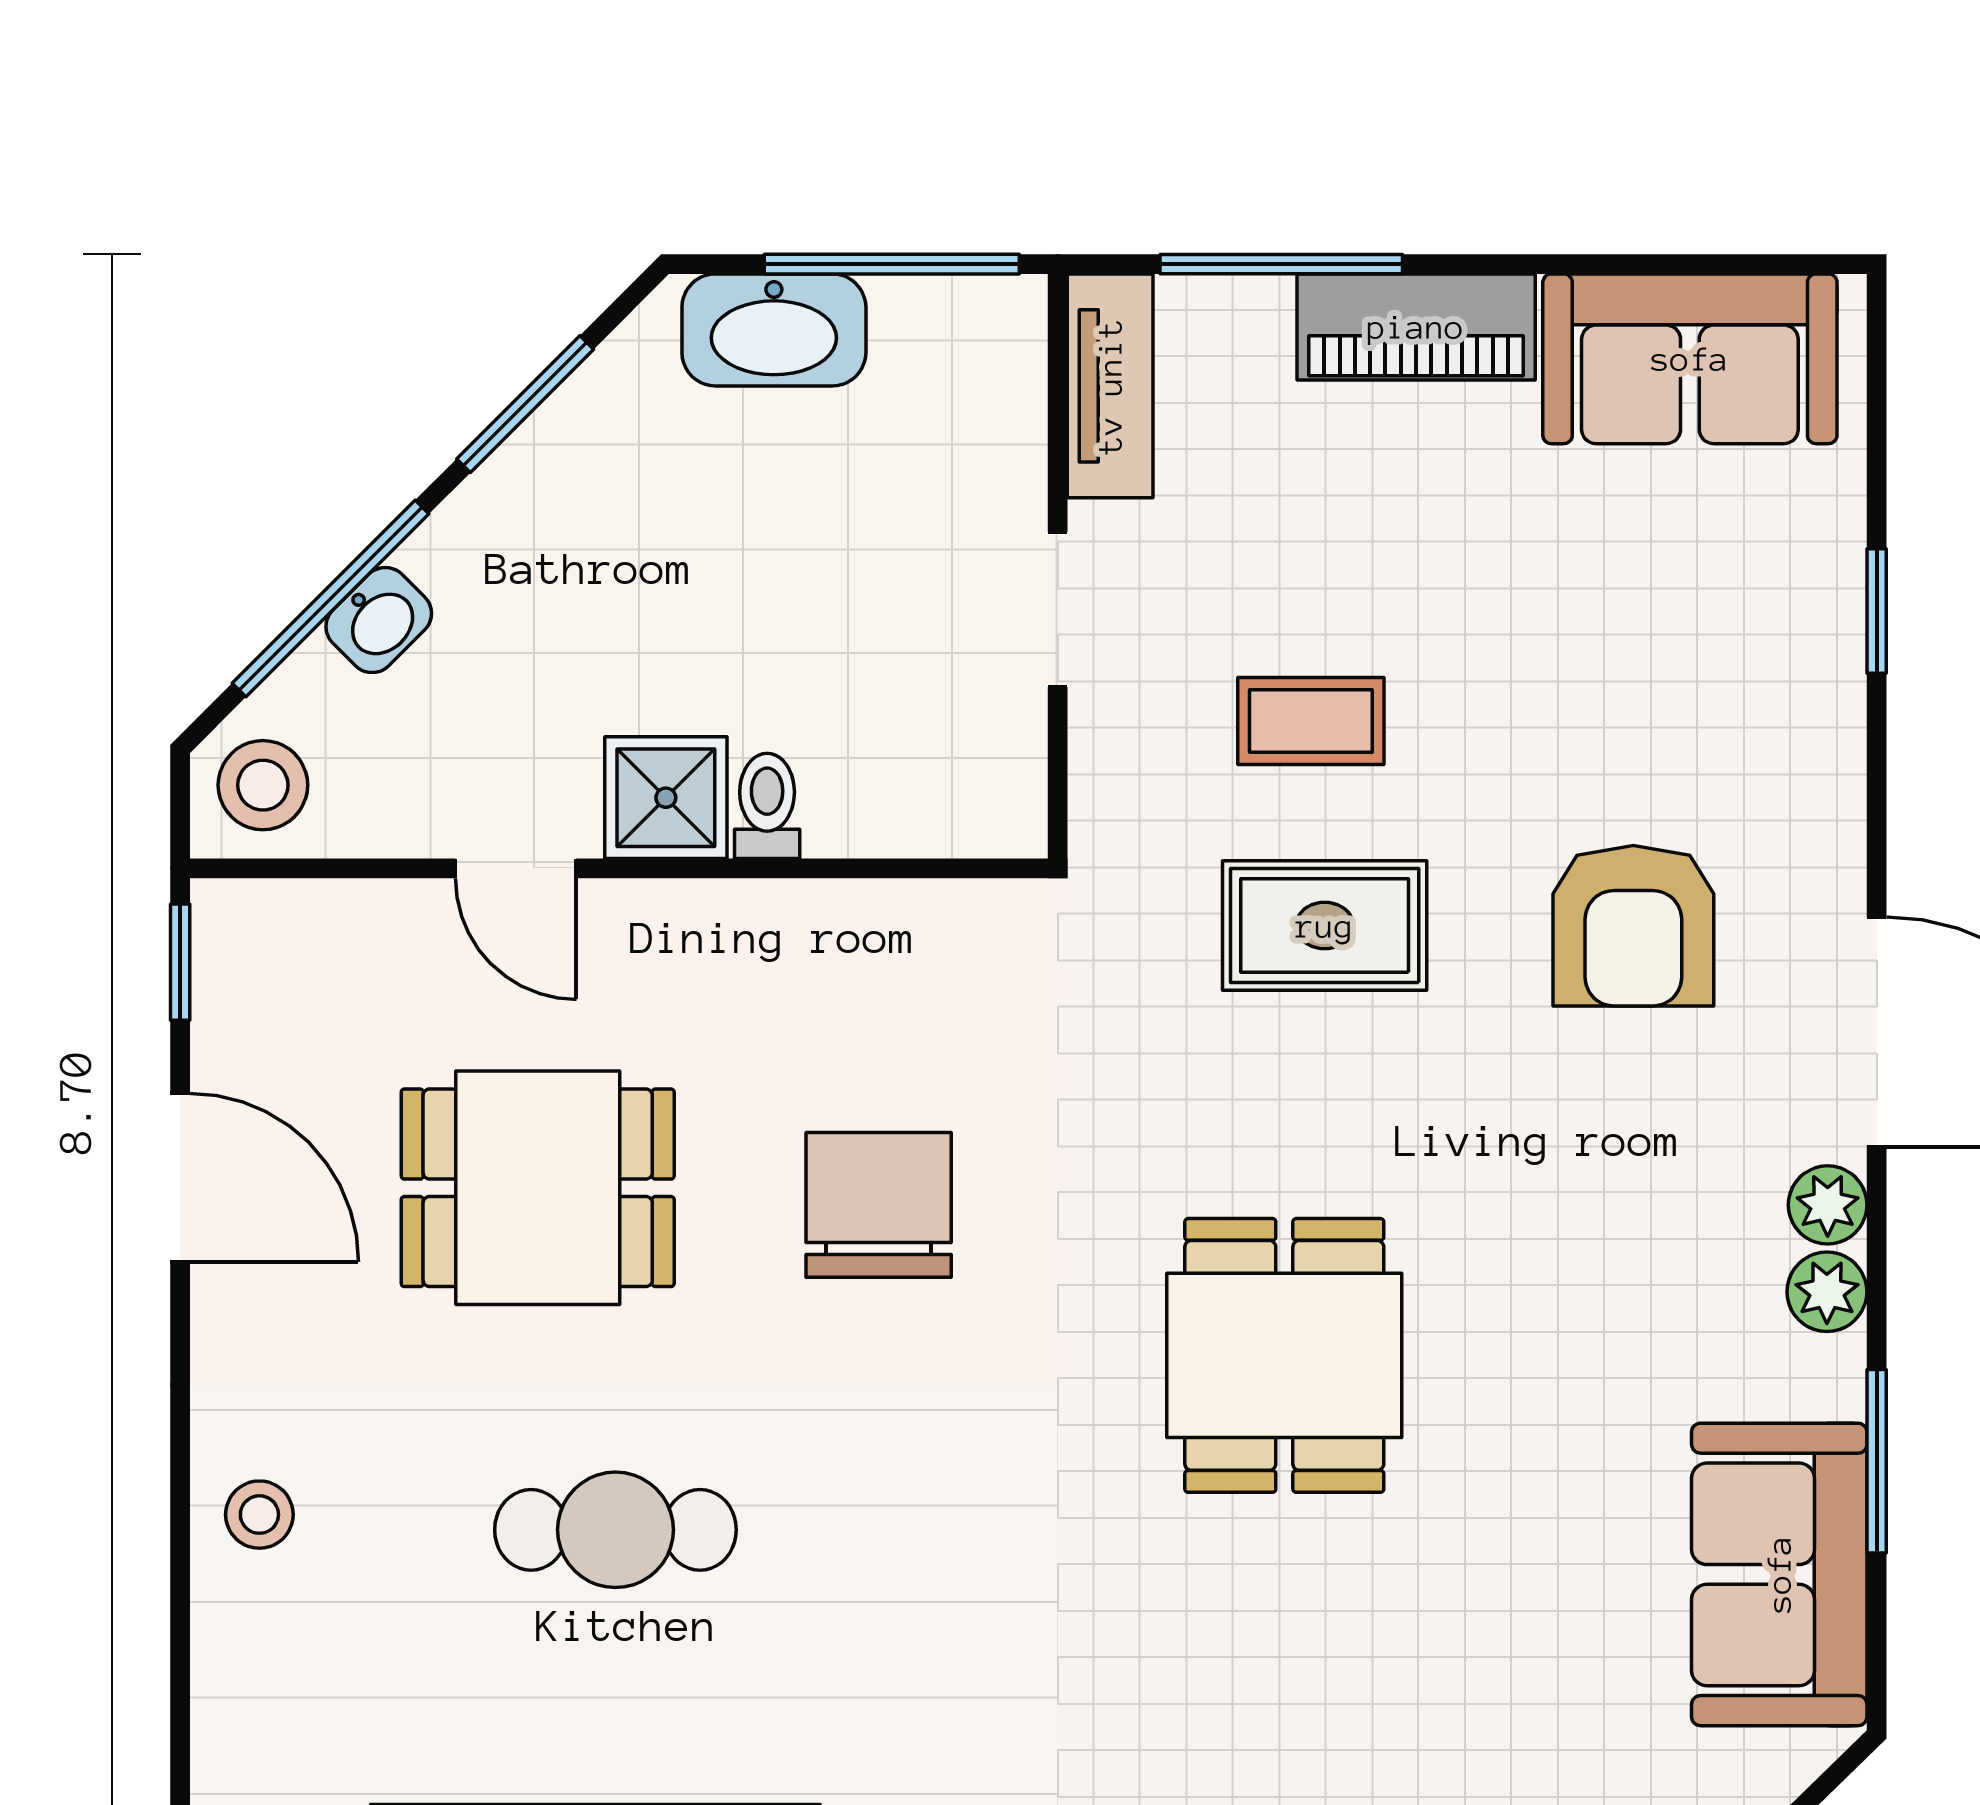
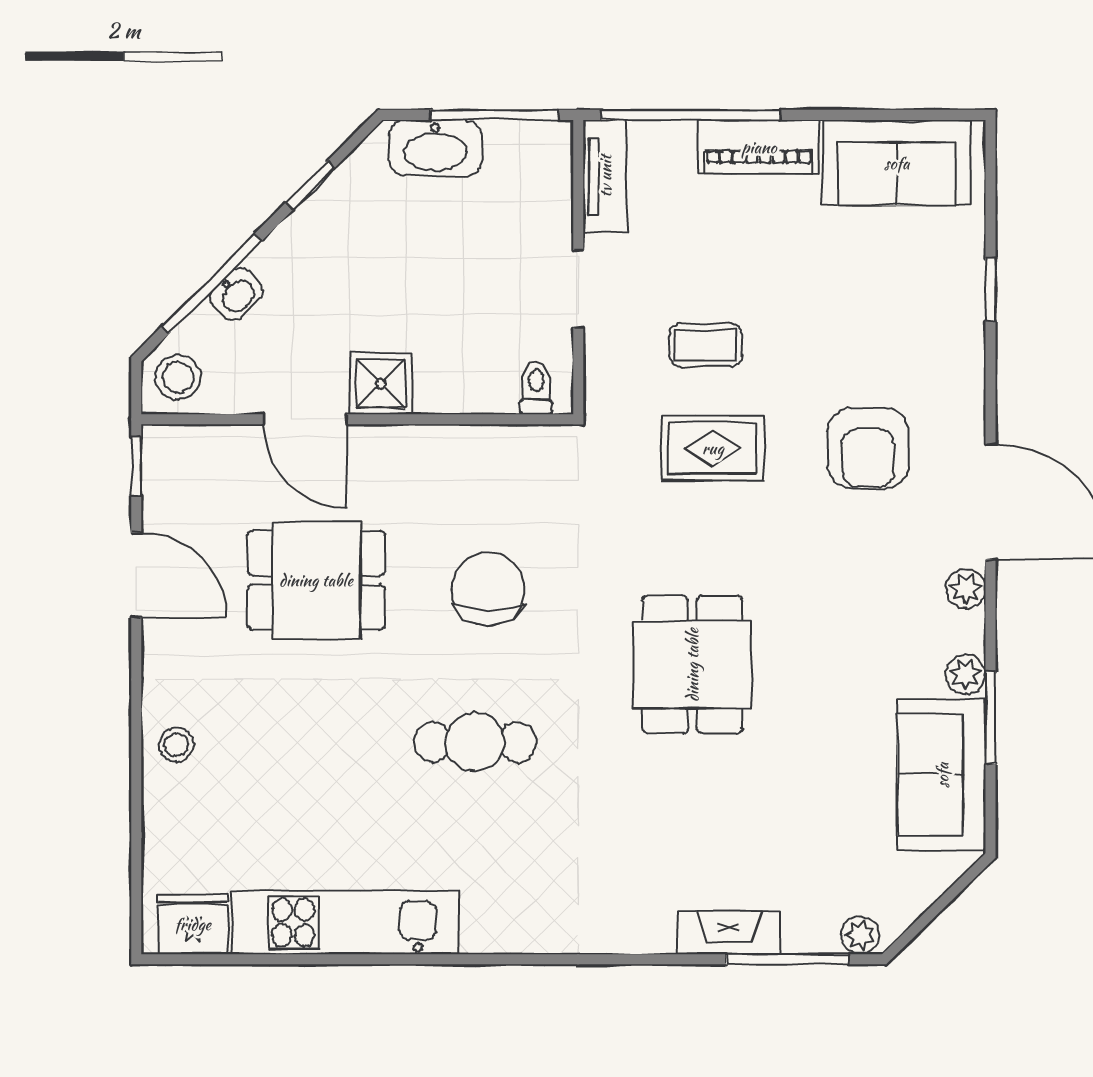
window: (1281, 264) -> (691, 115), width x1.46
window: (525, 404) -> (310, 185), width x0.67
toilet: (767, 806) -> (536, 388), moved
door: (516, 868) -> (305, 419), width x1.38
plant: (1827, 1292) -> (966, 675), moved
cafe table: (615, 1530) -> (475, 742), moved

